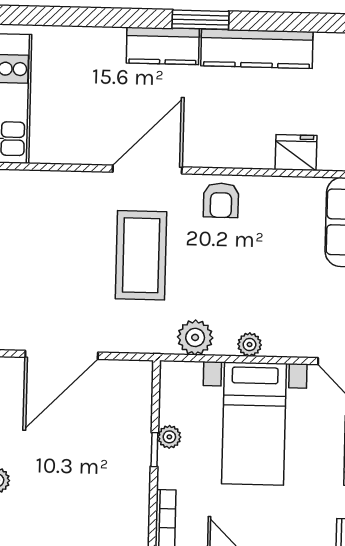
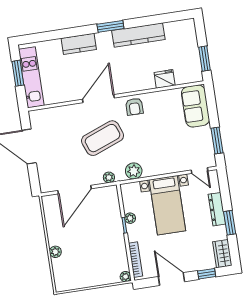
kitchen counter: (163, 46) -> (79, 44), moved
coffee table: (141, 255) -> (103, 138), turned 69
plant: (250, 345) -> (109, 177), moved

